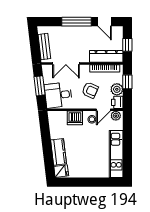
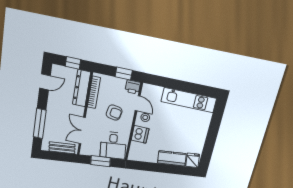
window: (76, 22) -> (40, 124), moved
double door: (66, 63) -> (82, 131), swing flipped
window: (127, 82) -> (124, 74), moved
plant: (117, 89) -> (118, 84), removed
armchair: (90, 90) -> (114, 113), turned 76
plant: (116, 116) -> (147, 91), removed

